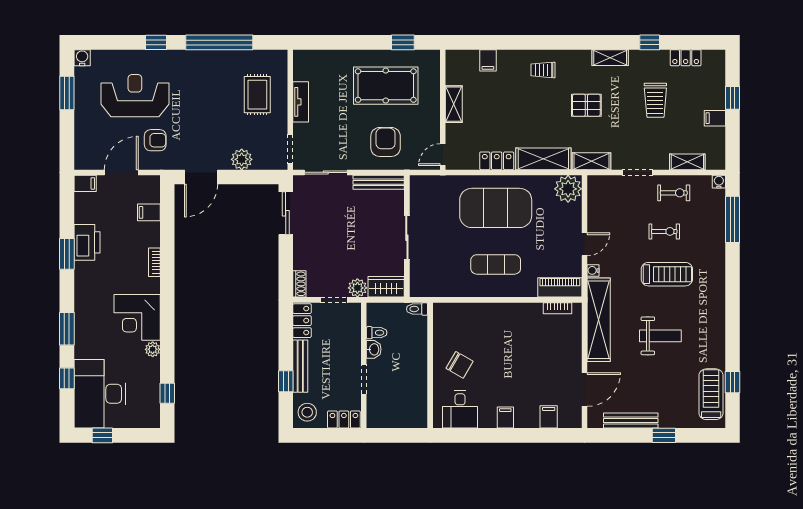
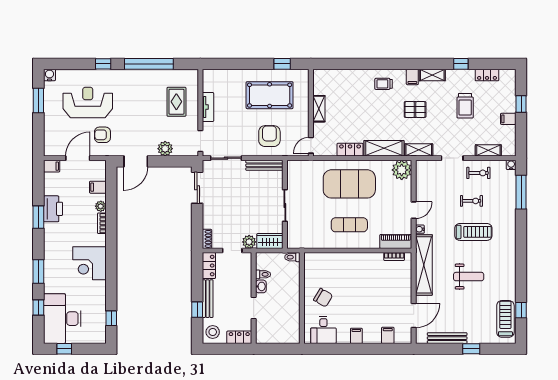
filing cabinet: (488, 60) -> (412, 77), moved
armchair: (155, 140) -> (102, 135), turned 180
plant: (153, 349) -> (101, 206), moved

